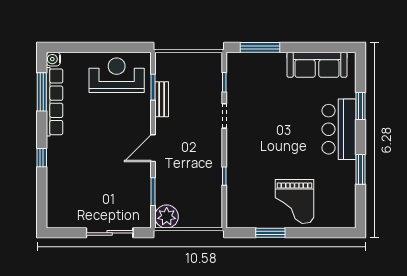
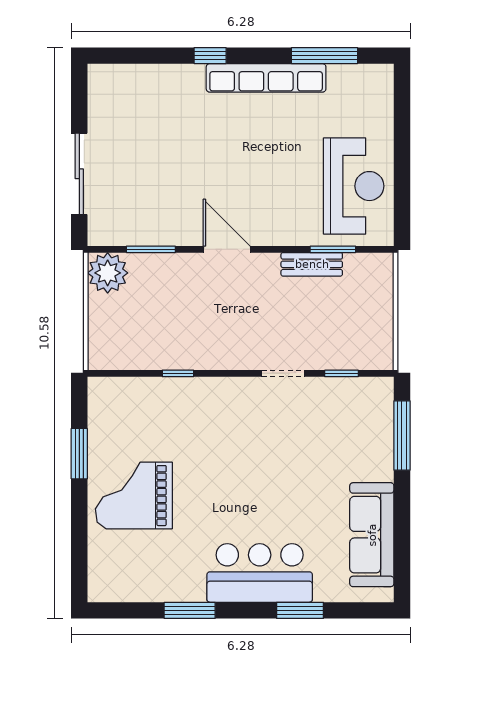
water cooler: (53, 59) -> (382, 76), removed
row of seats: (54, 102) -> (266, 78), moved

